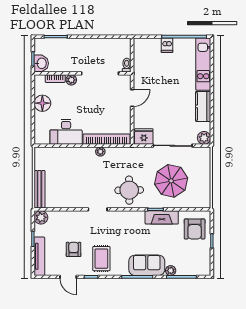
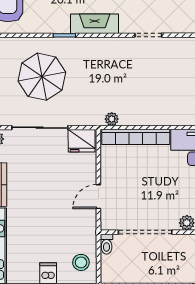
stool: (144, 53) -> (81, 262), added
plant: (100, 152) -> (112, 119), moved
round table: (129, 190) -> (103, 63), removed
fireplace: (162, 217) -> (95, 24), moved

